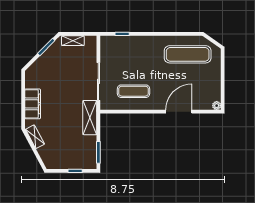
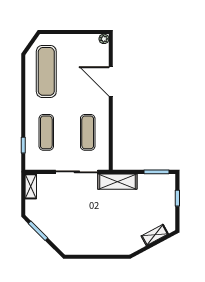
shelving: (73, 41) -> (31, 186), moved
exercise mat: (134, 54) -> (46, 132), added
filing cabinet: (33, 104) -> (102, 246), removed
shelving: (35, 137) -> (155, 235), moved

